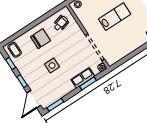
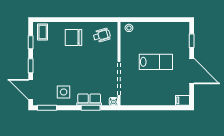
chair: (41, 39) -> (74, 37), turned 180
side table: (52, 66) -> (64, 92), moved
door: (34, 99) -> (31, 89), hinge flipped

